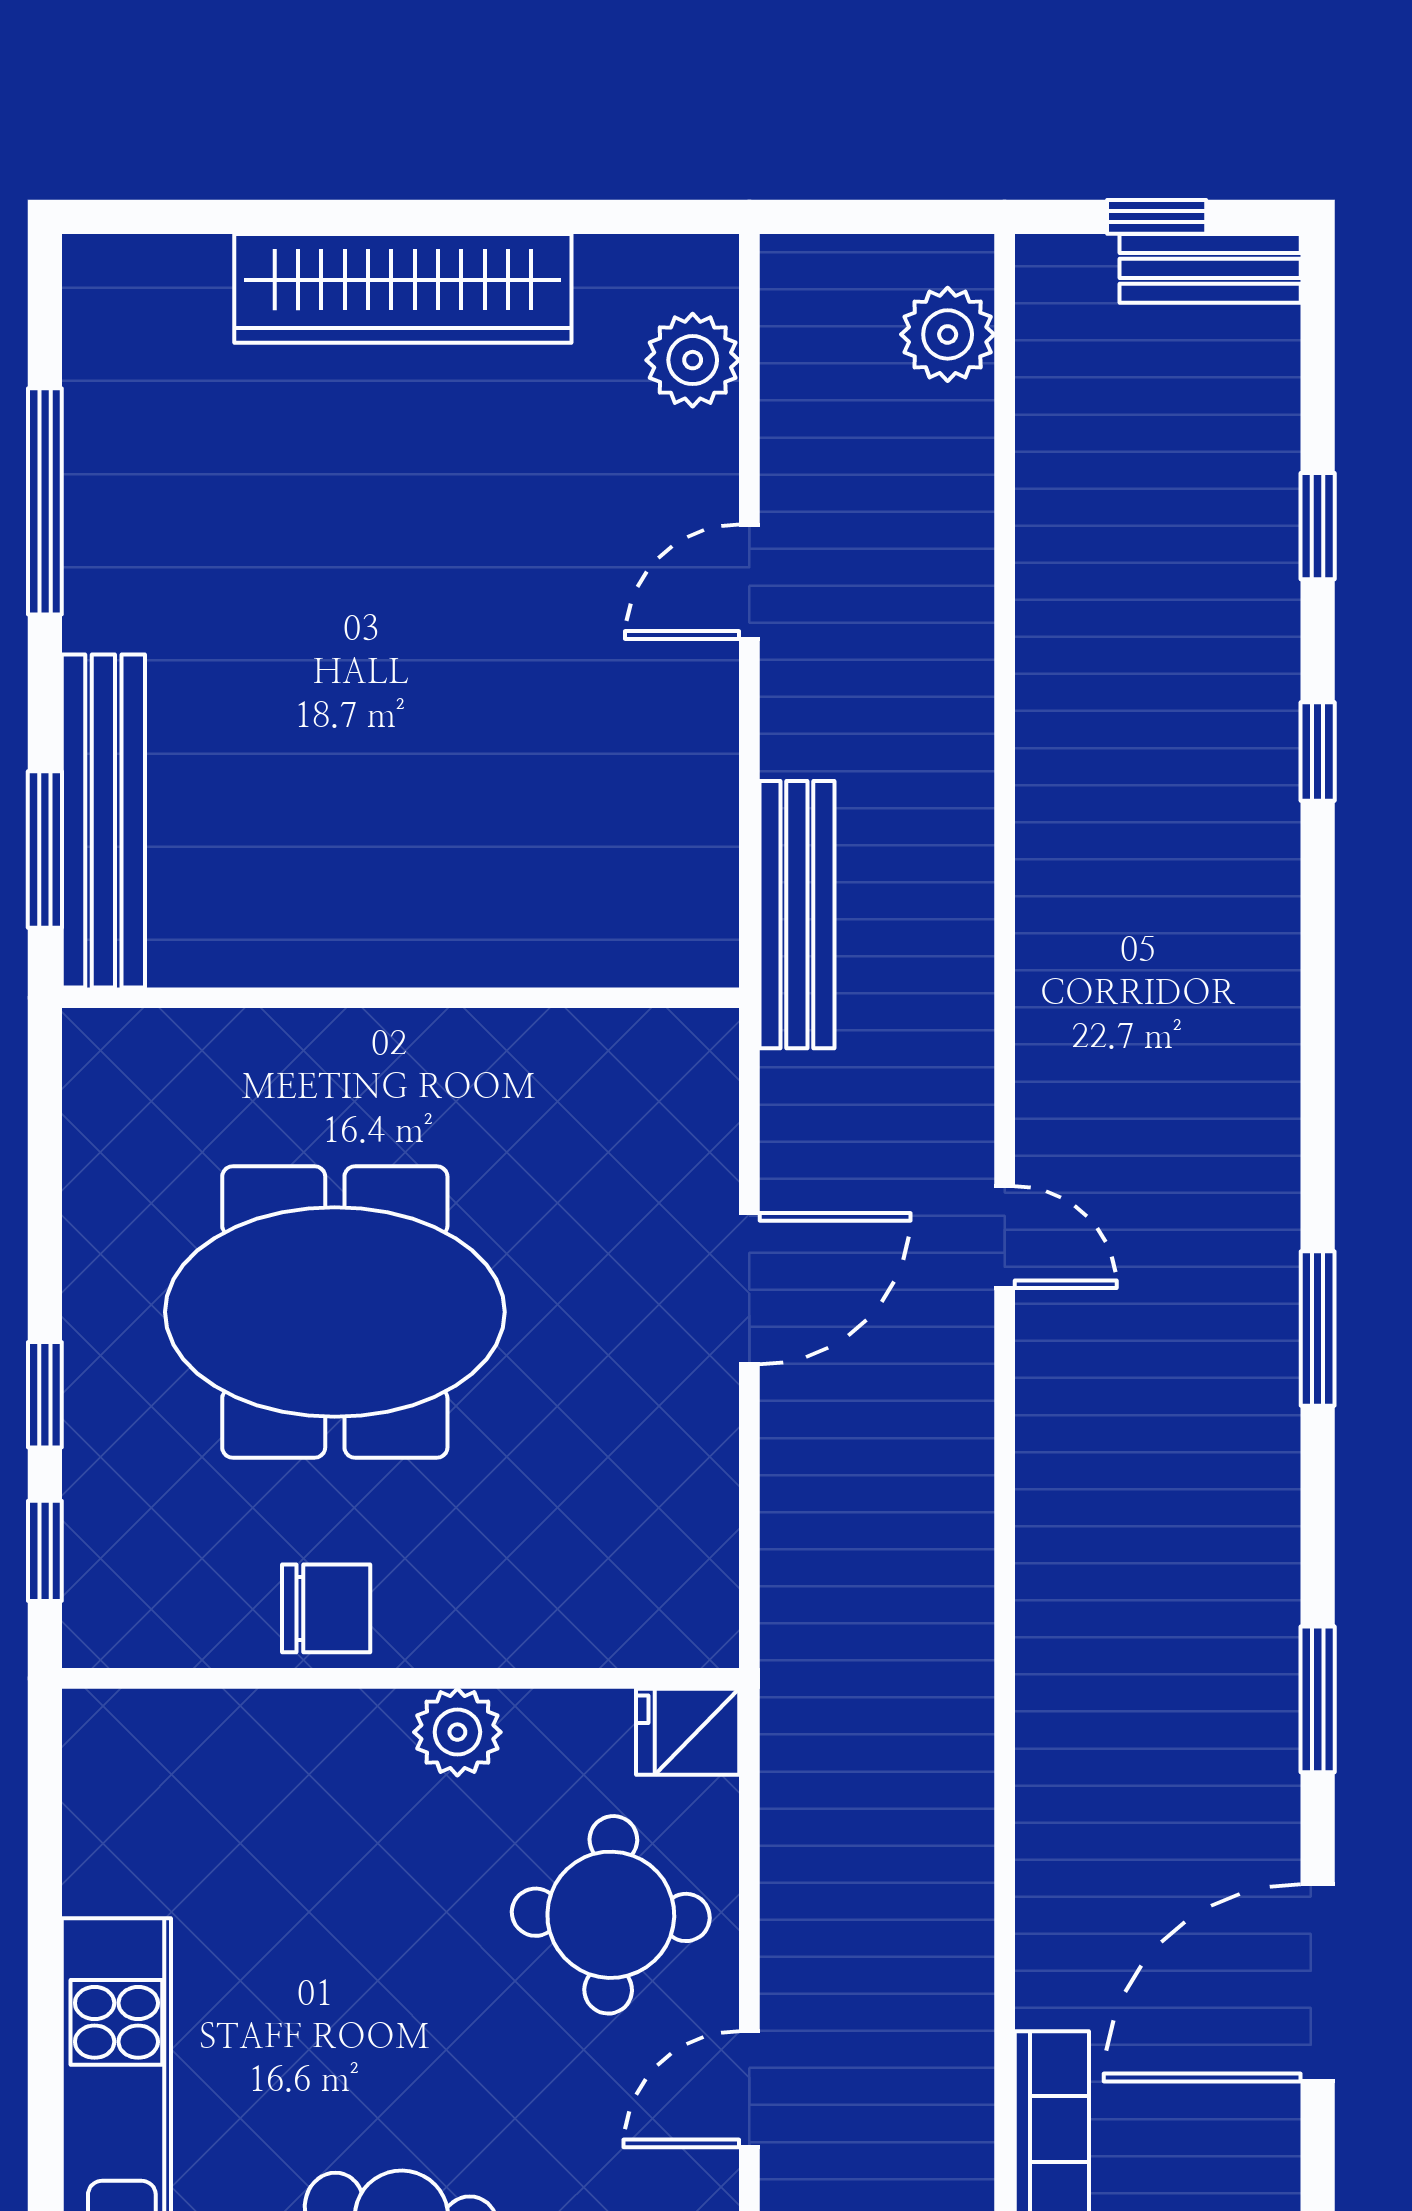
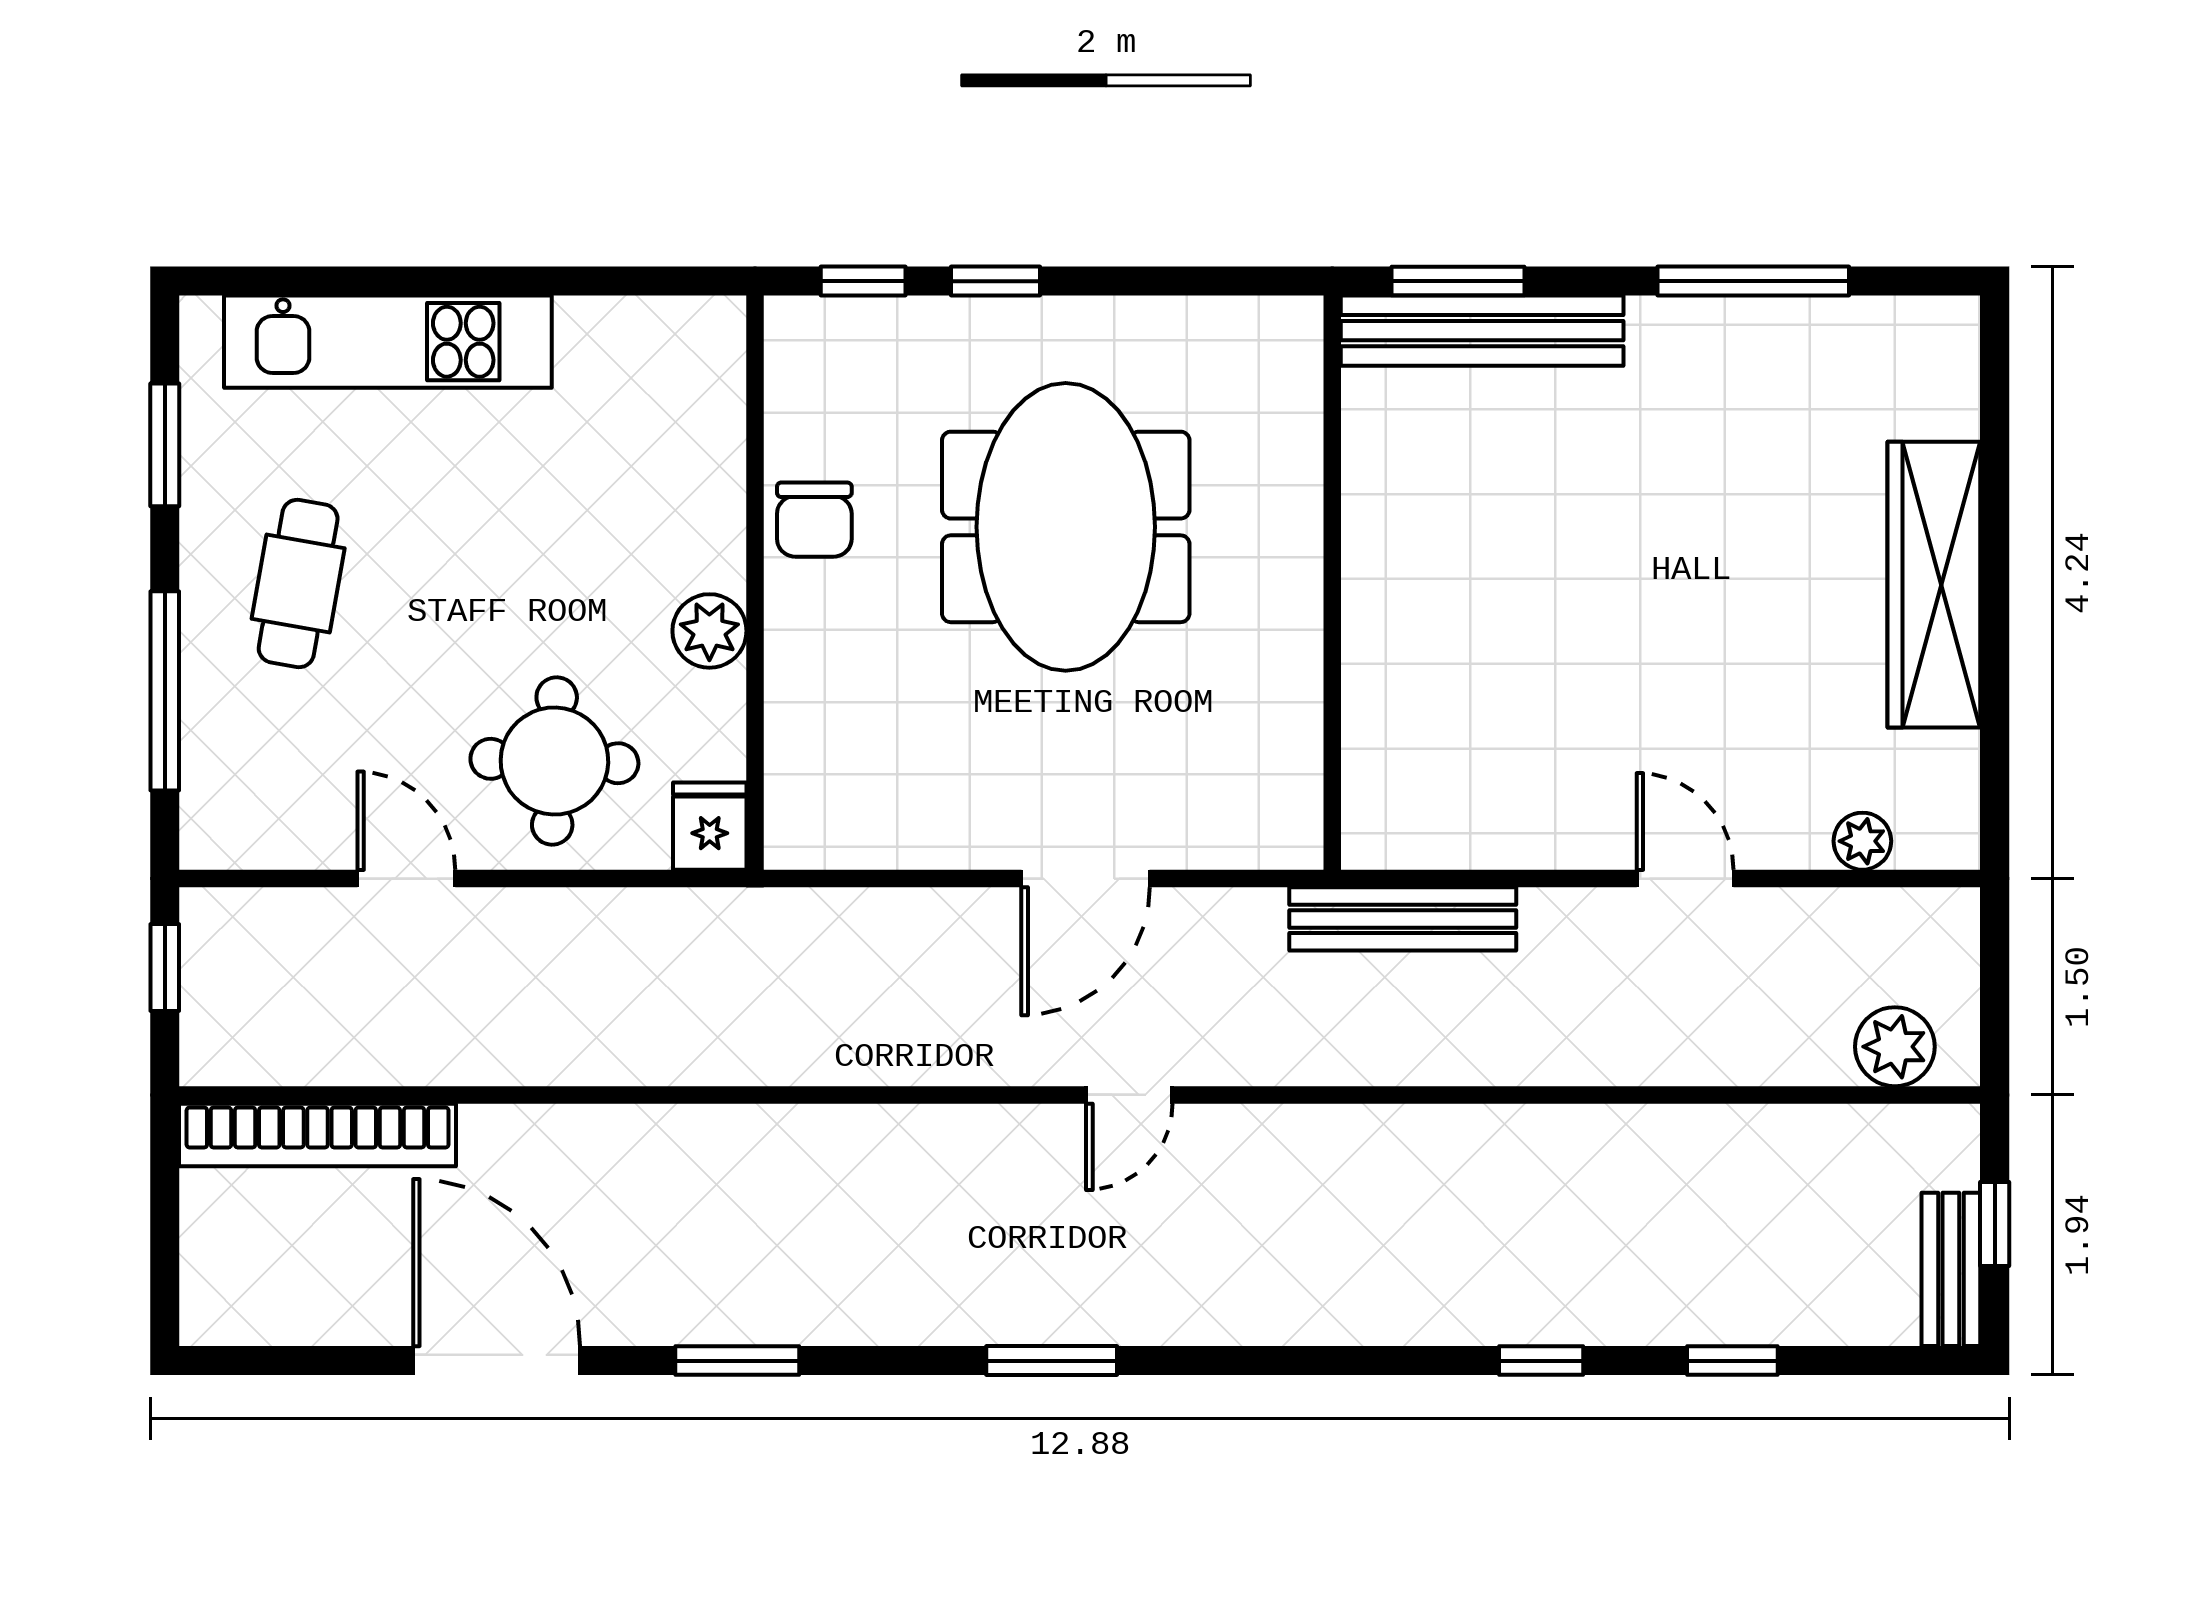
plant: (693, 360) -> (1862, 841), width x0.73, depth x0.73
door: (749, 1289) -> (1086, 879), hinge flipped

